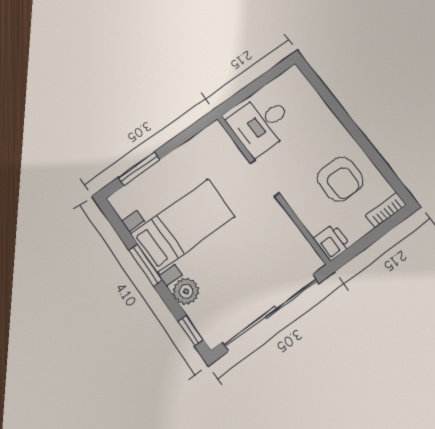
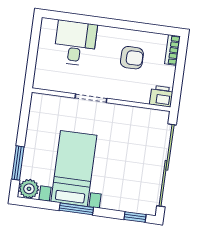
desk: (261, 124) -> (75, 43), moved, turned 180
armchair: (340, 179) -> (132, 58), width x0.72, depth x0.72
plant: (186, 291) -> (29, 189), moved

